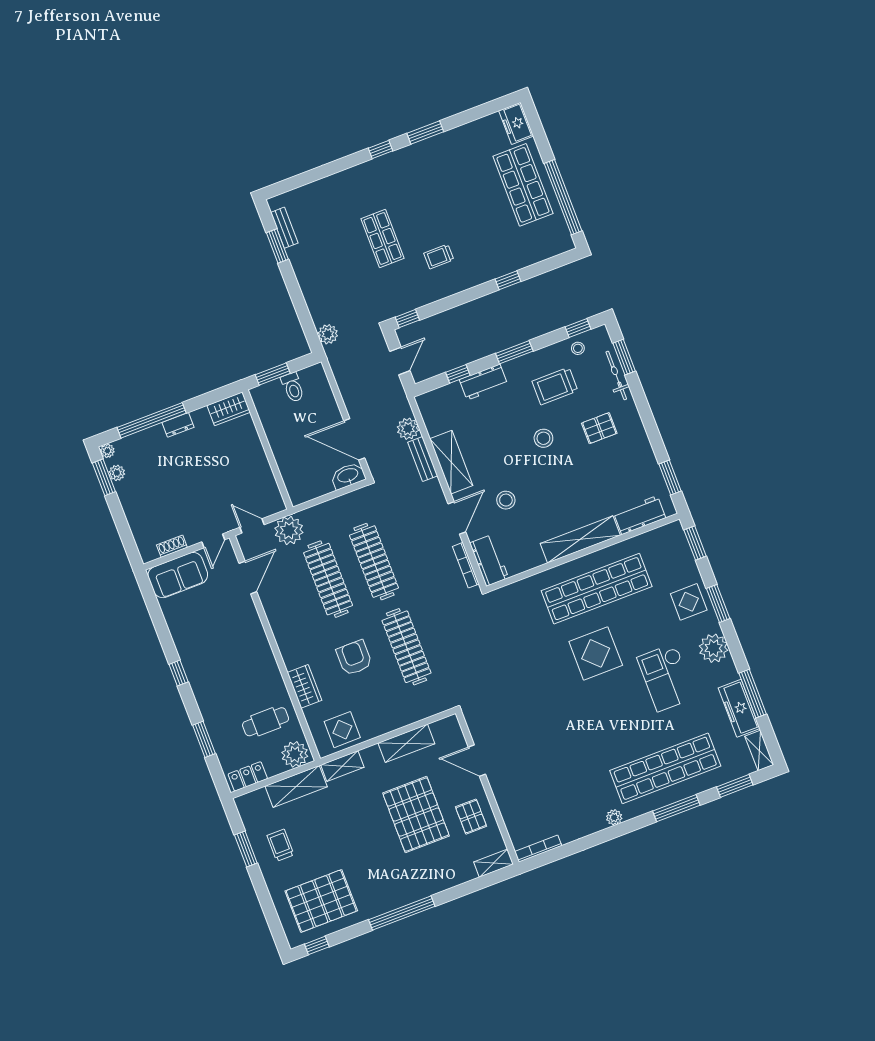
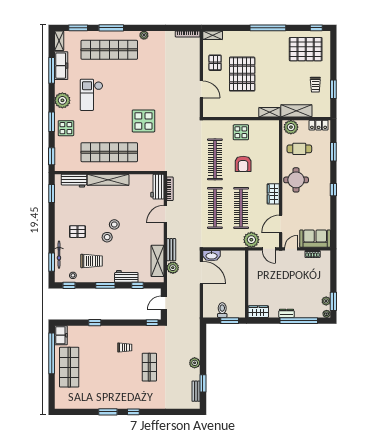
freezer: (516, 123) -> (61, 335), moved
plant: (328, 334) -> (195, 363), moved
shelving: (451, 462) -> (158, 261), moved
stool: (506, 500) -> (114, 224), moved
display table: (596, 653) -> (143, 121), moved
round table: (251, 665) -> (296, 180), added
checkout: (666, 677) -> (91, 95), turned 180
wardrobe: (304, 686) -> (273, 194), moved
display table: (342, 730) -> (241, 132), moved
shelving: (406, 743) -> (233, 111), removed

